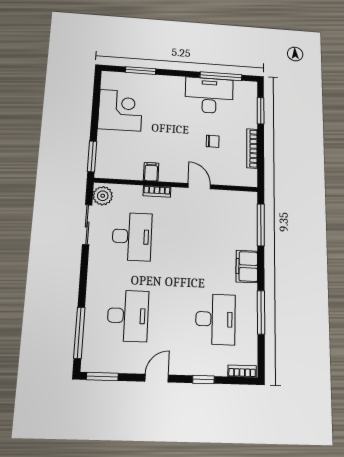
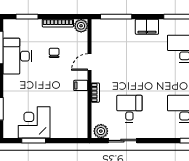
window: (92, 156) -> (34, 141), moved
filing cabinet: (151, 172) -> (81, 85), moved
plant: (248, 178) -> (81, 26), added
desk: (132, 236) -> (129, 109), width x0.73

